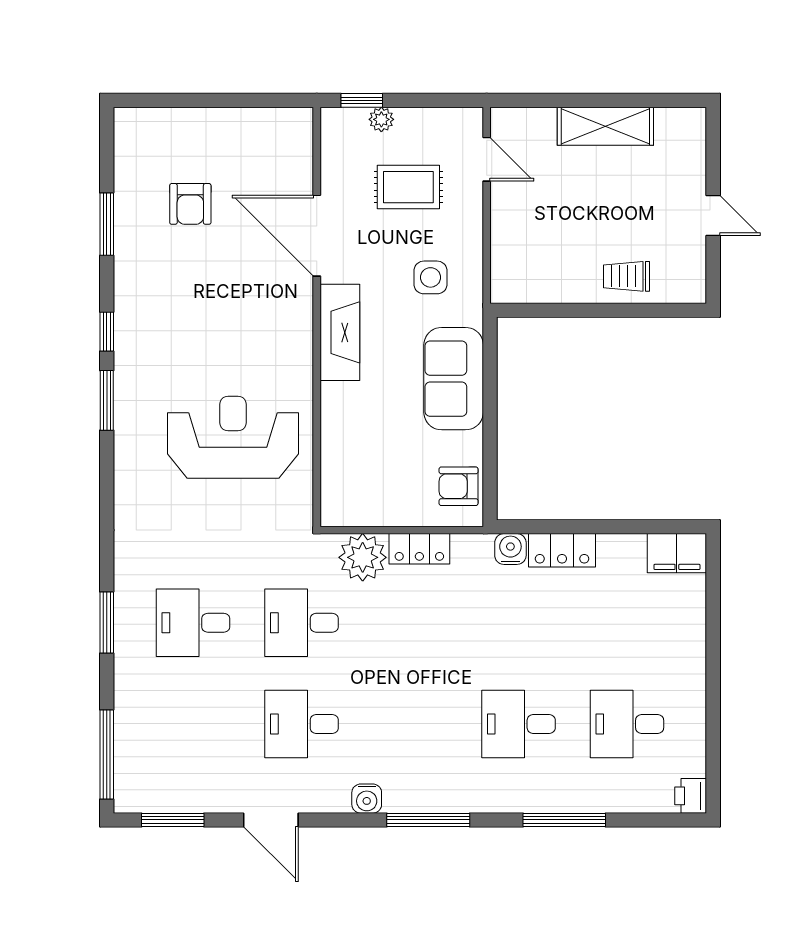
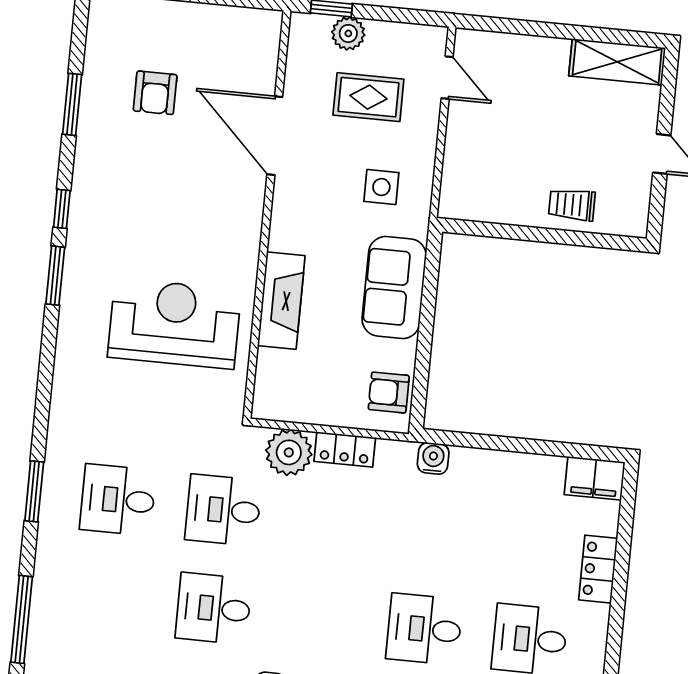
plant: (381, 119) -> (348, 33), width x1.38, depth x1.38
shelving: (605, 126) -> (617, 62), moved
fireplace: (340, 332) -> (281, 301), moved
locker: (562, 550) -> (598, 569), moved, turned 90

